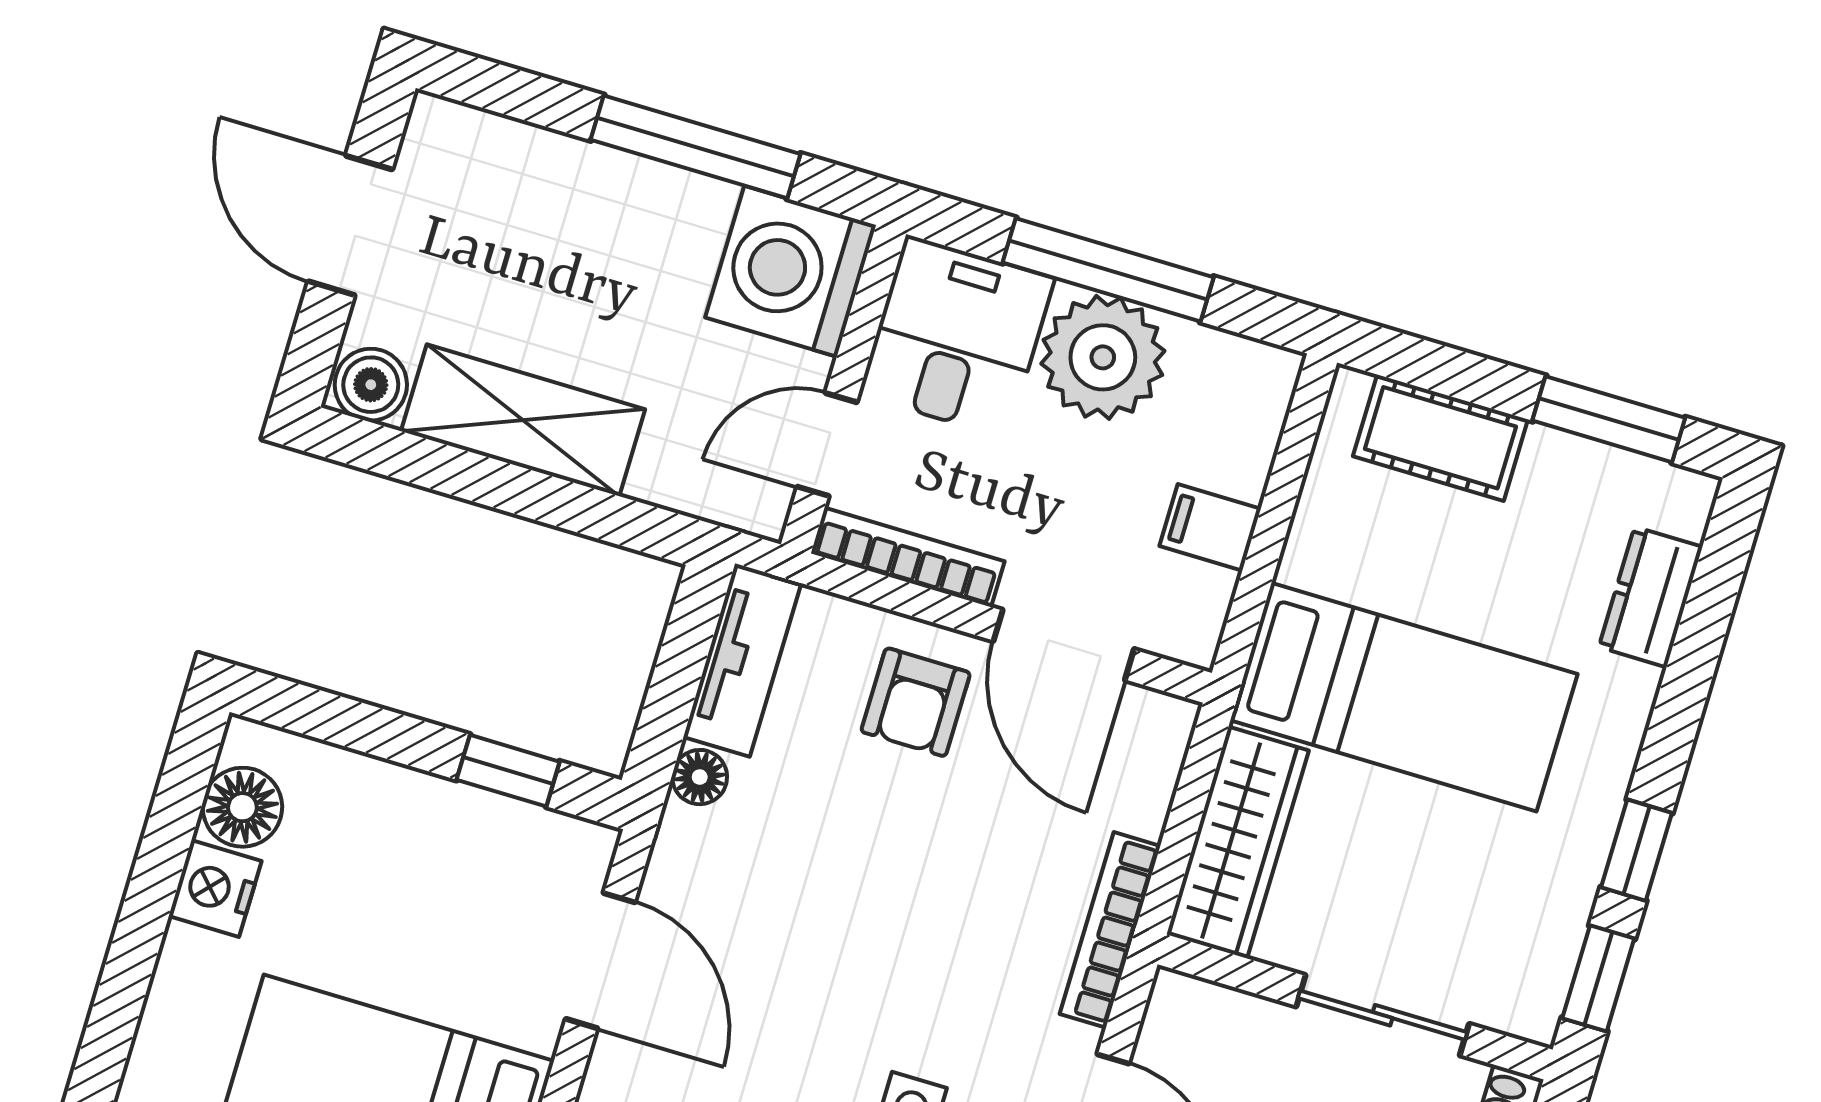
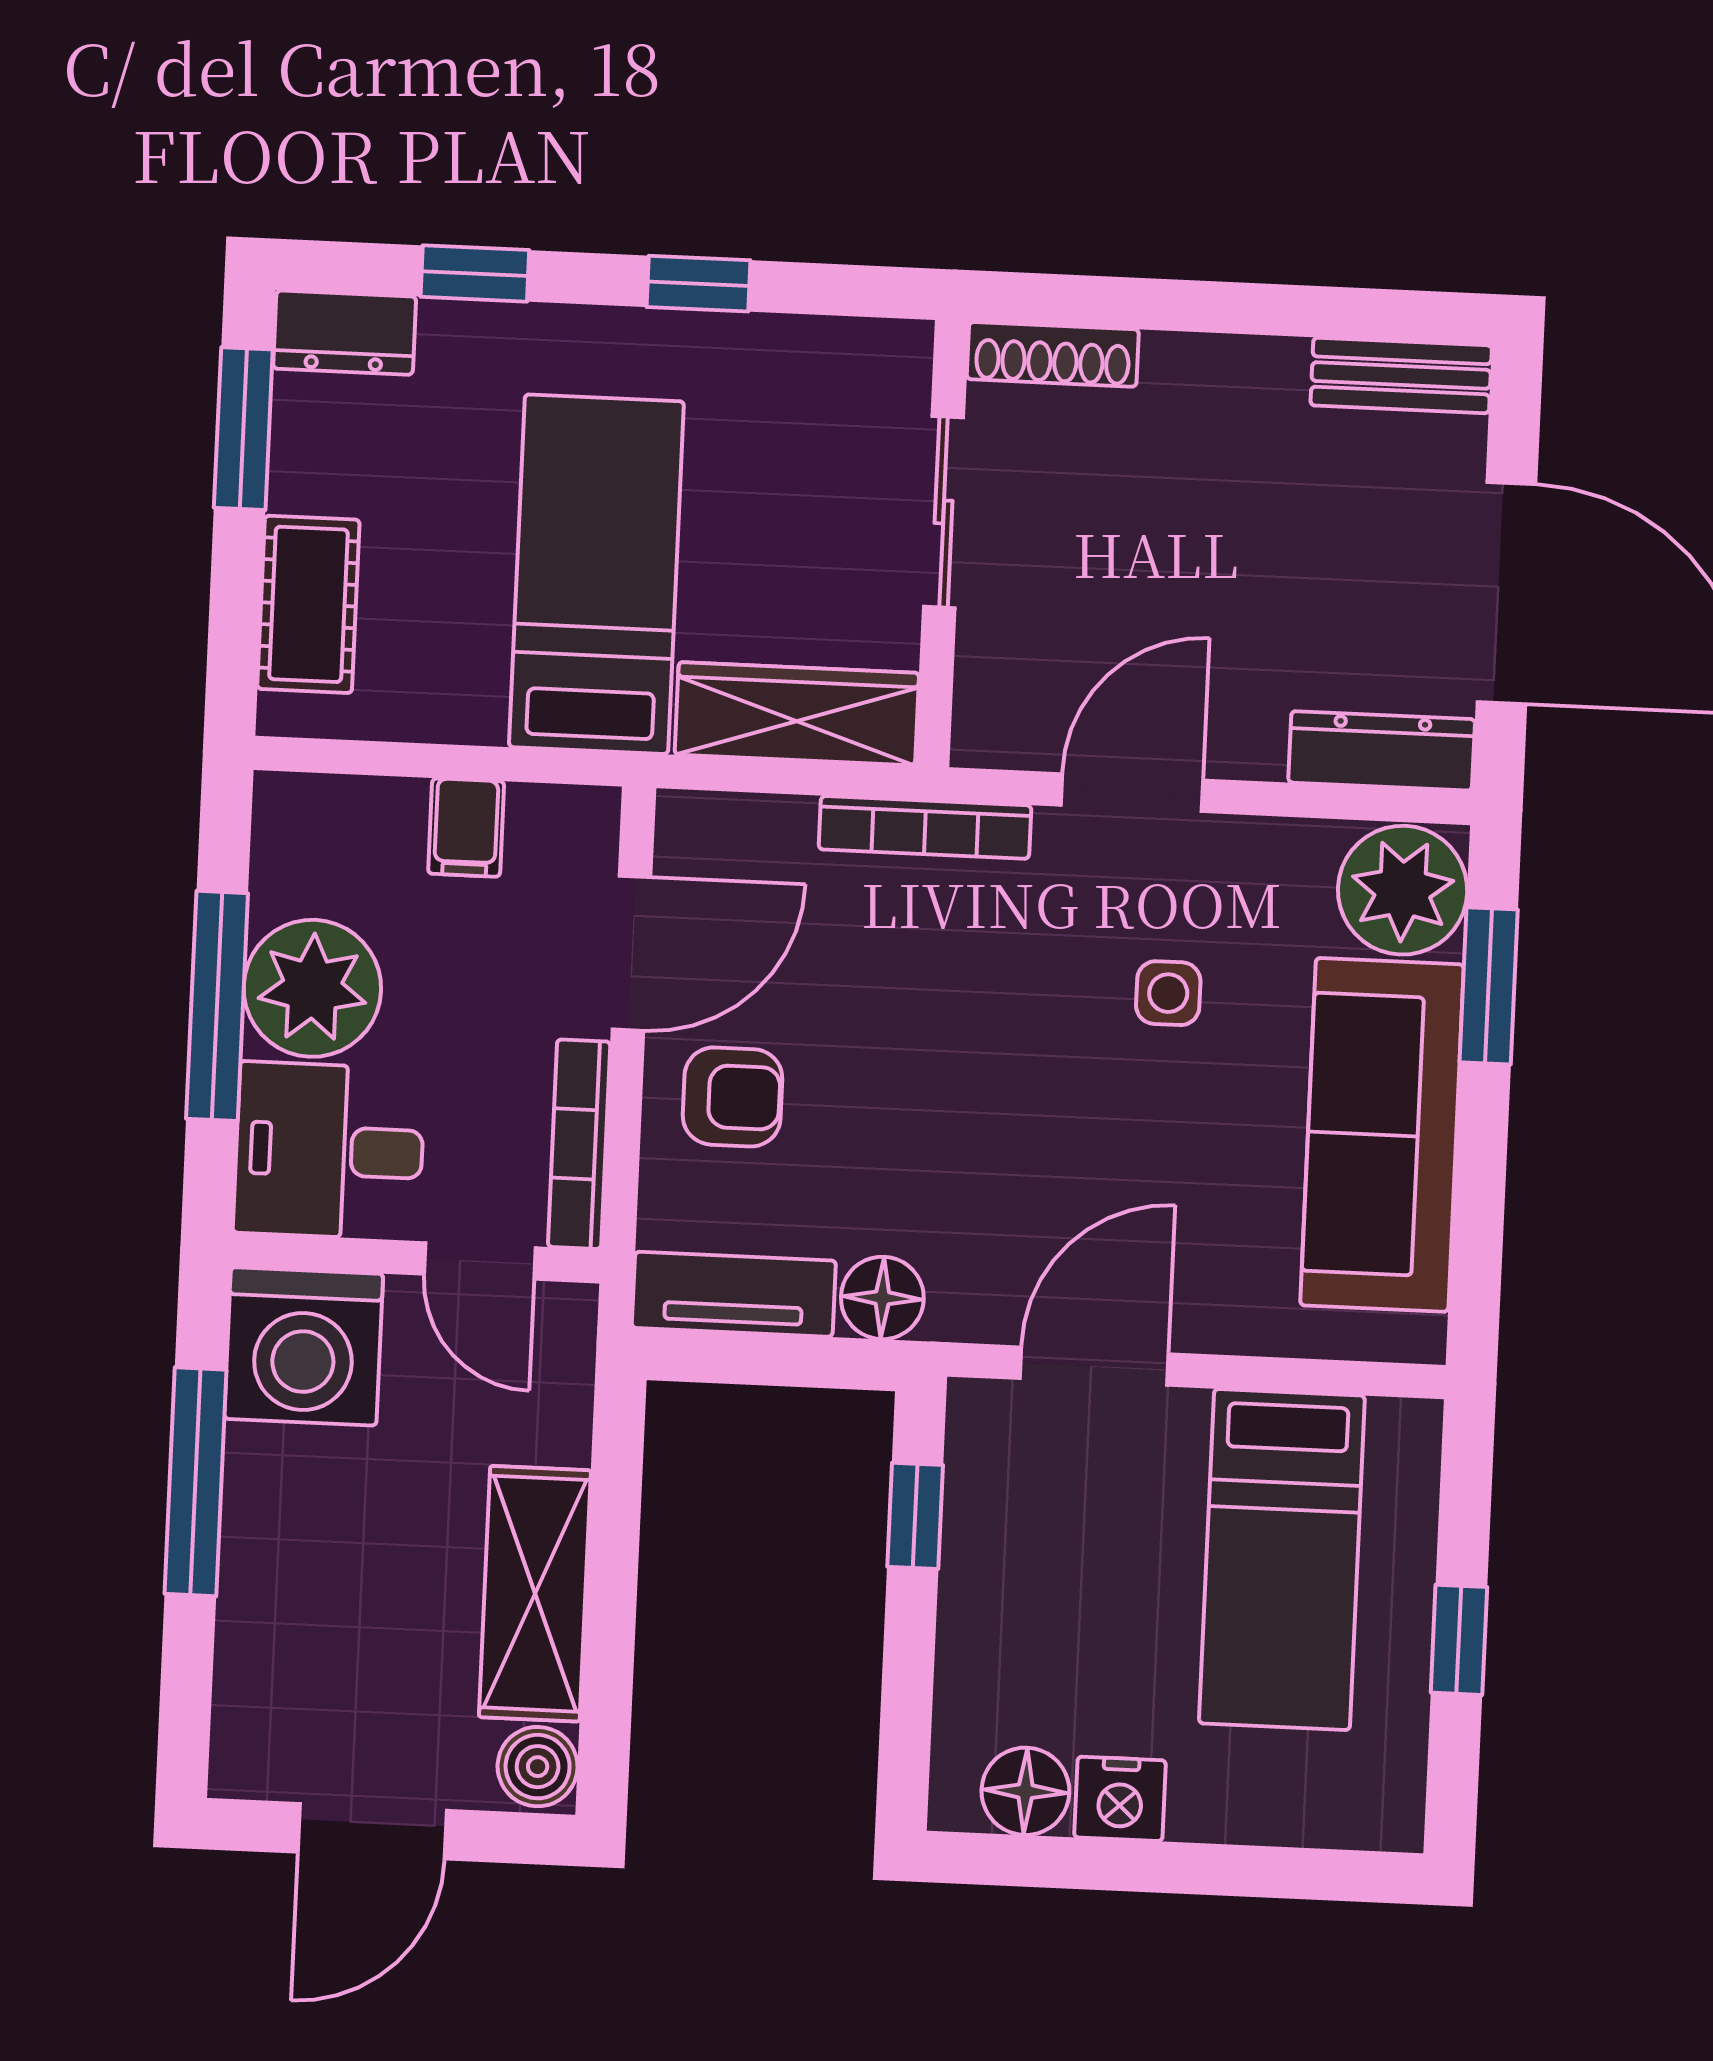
dresser: (1651, 597) -> (345, 333), moved
floor lamp: (700, 777) -> (882, 1298), width x1.37, depth x1.37
window: (1598, 978) -> (475, 273), moved

